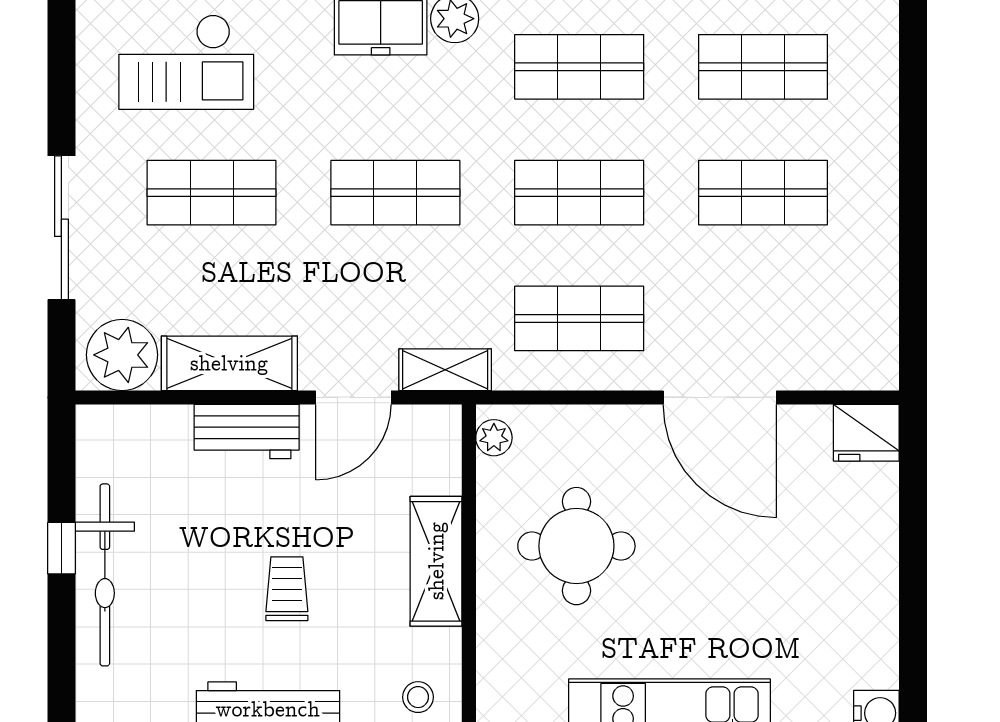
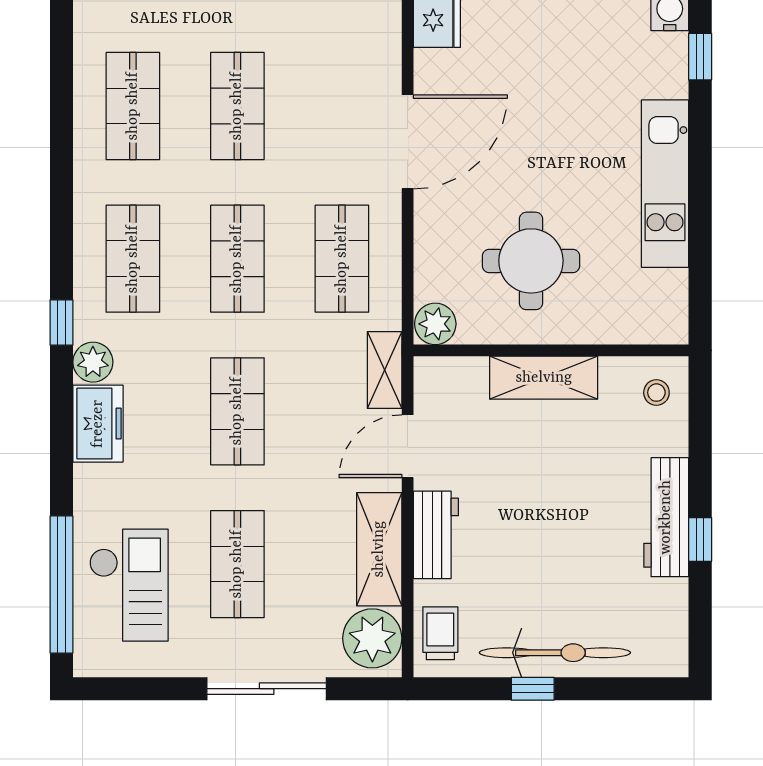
door: (353, 397) -> (408, 446), swing flipped
plant: (494, 438) -> (435, 324), width x1.38, depth x1.38
trolley: (287, 589) -> (440, 633), moved, turned 90

